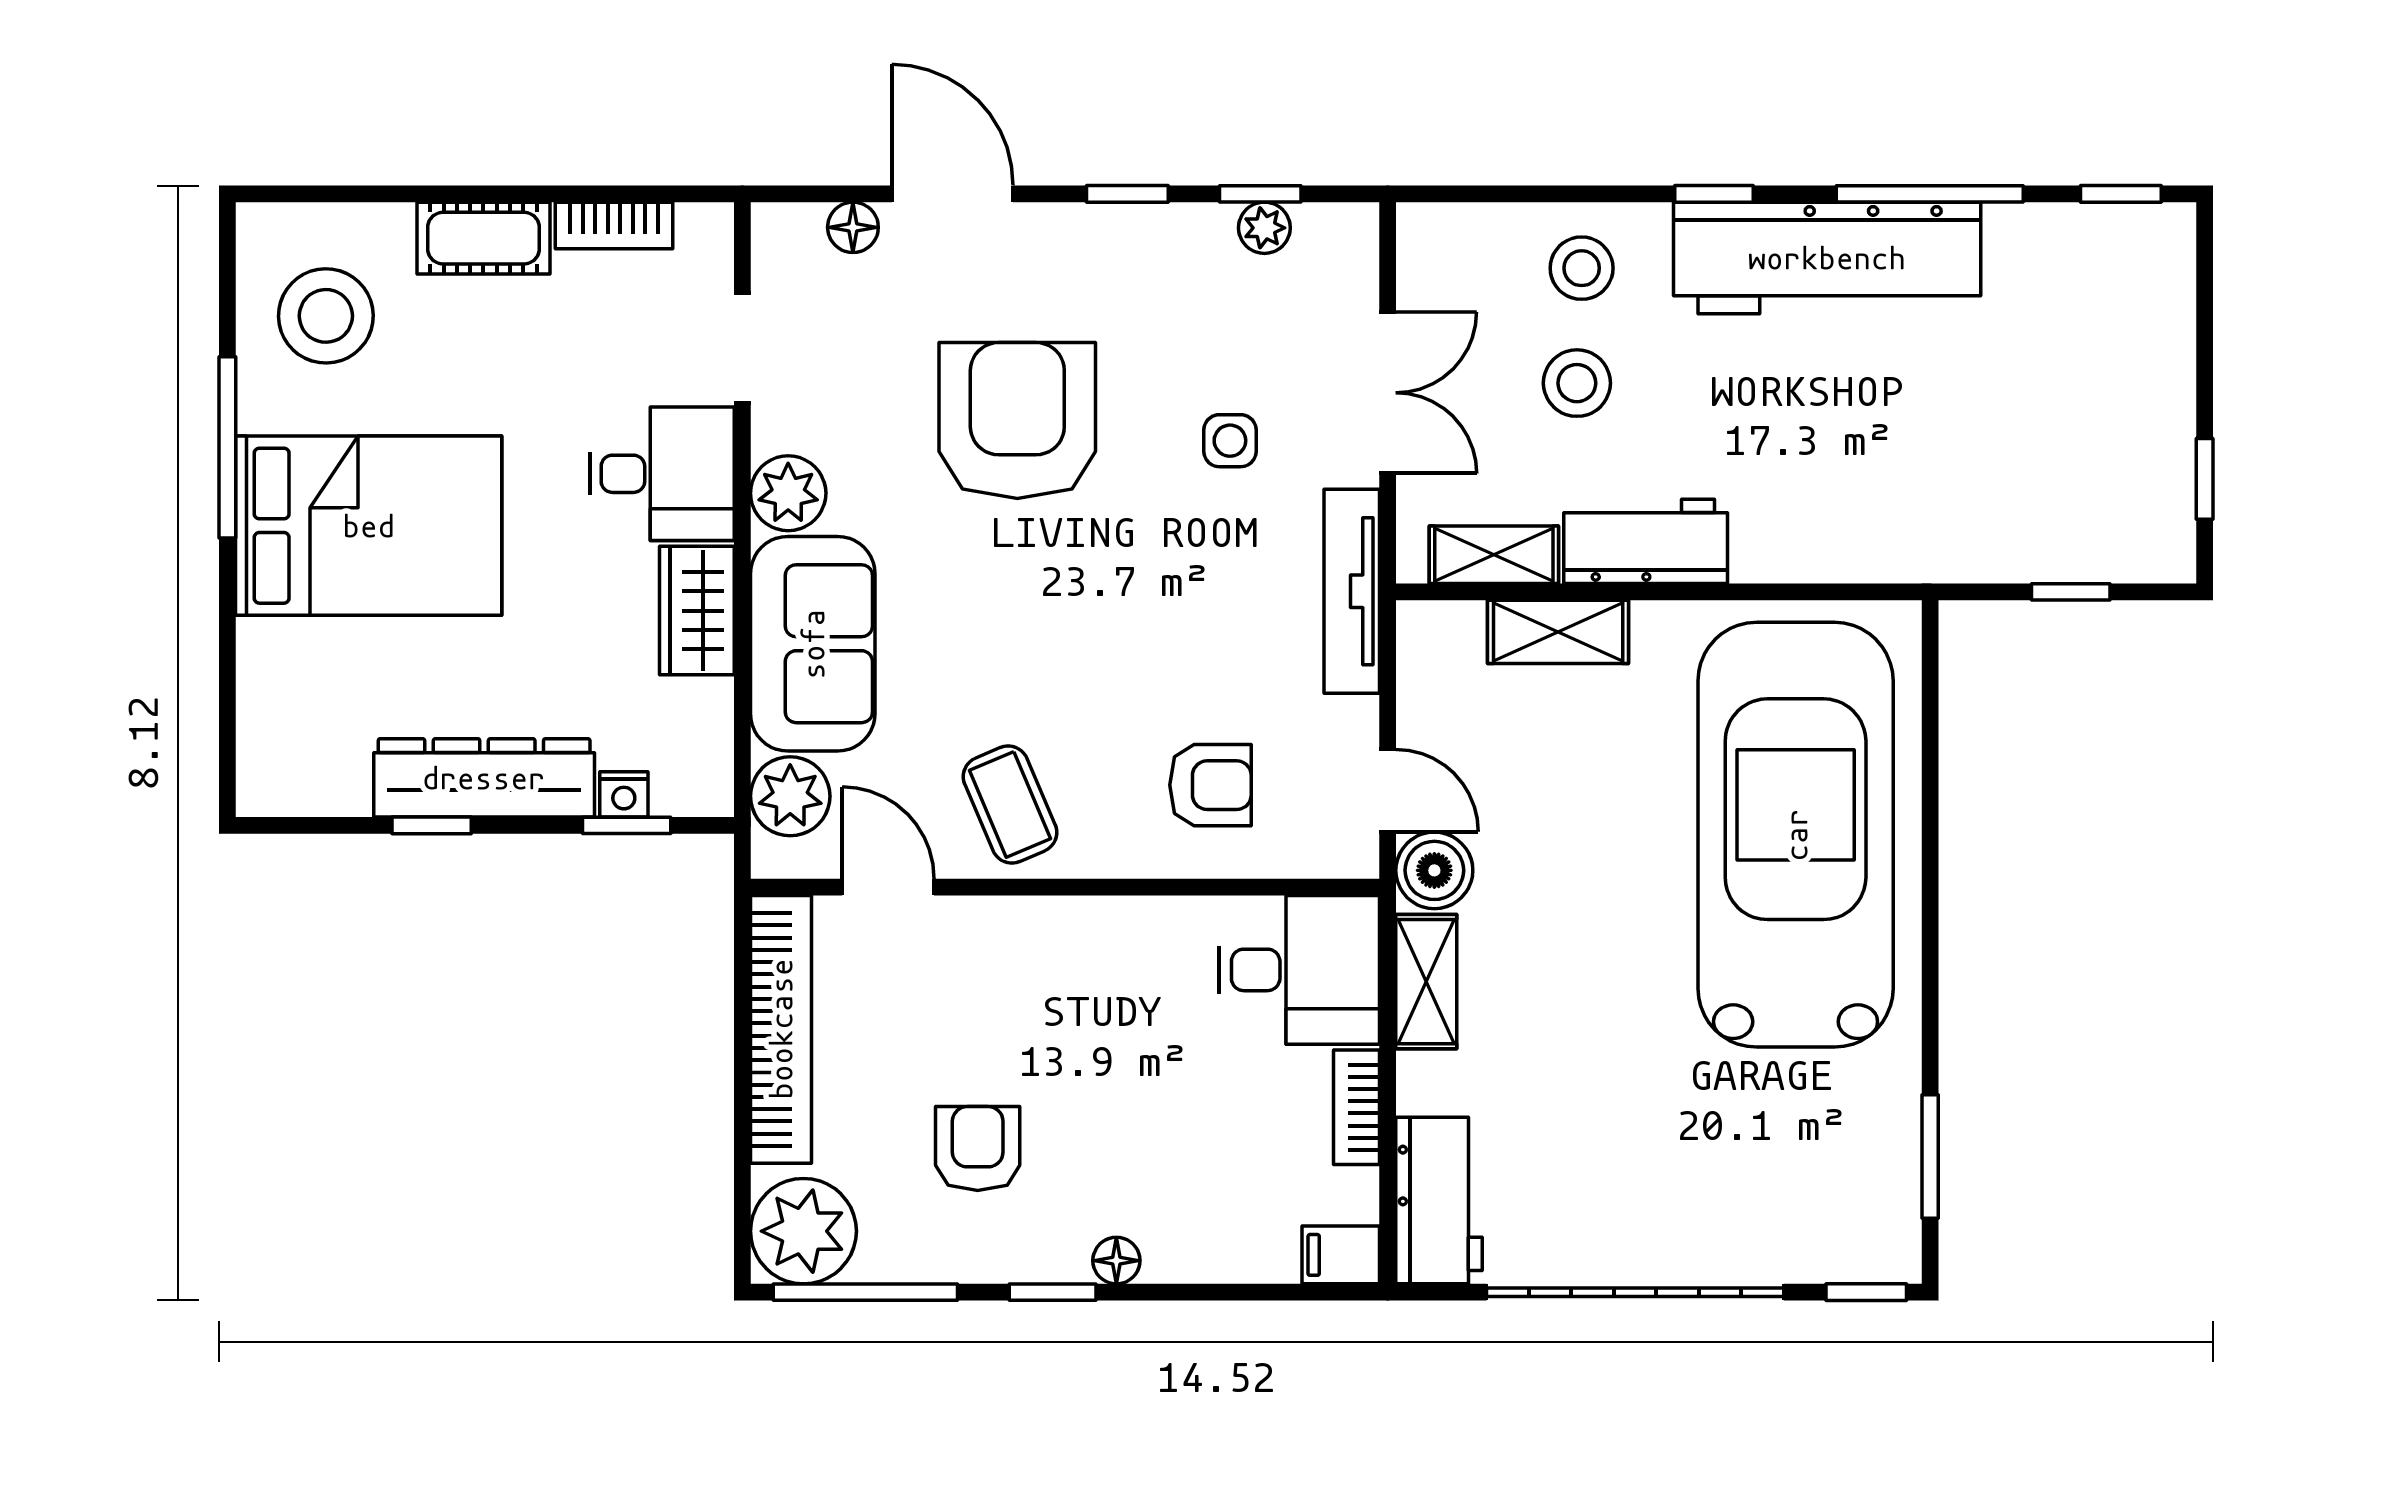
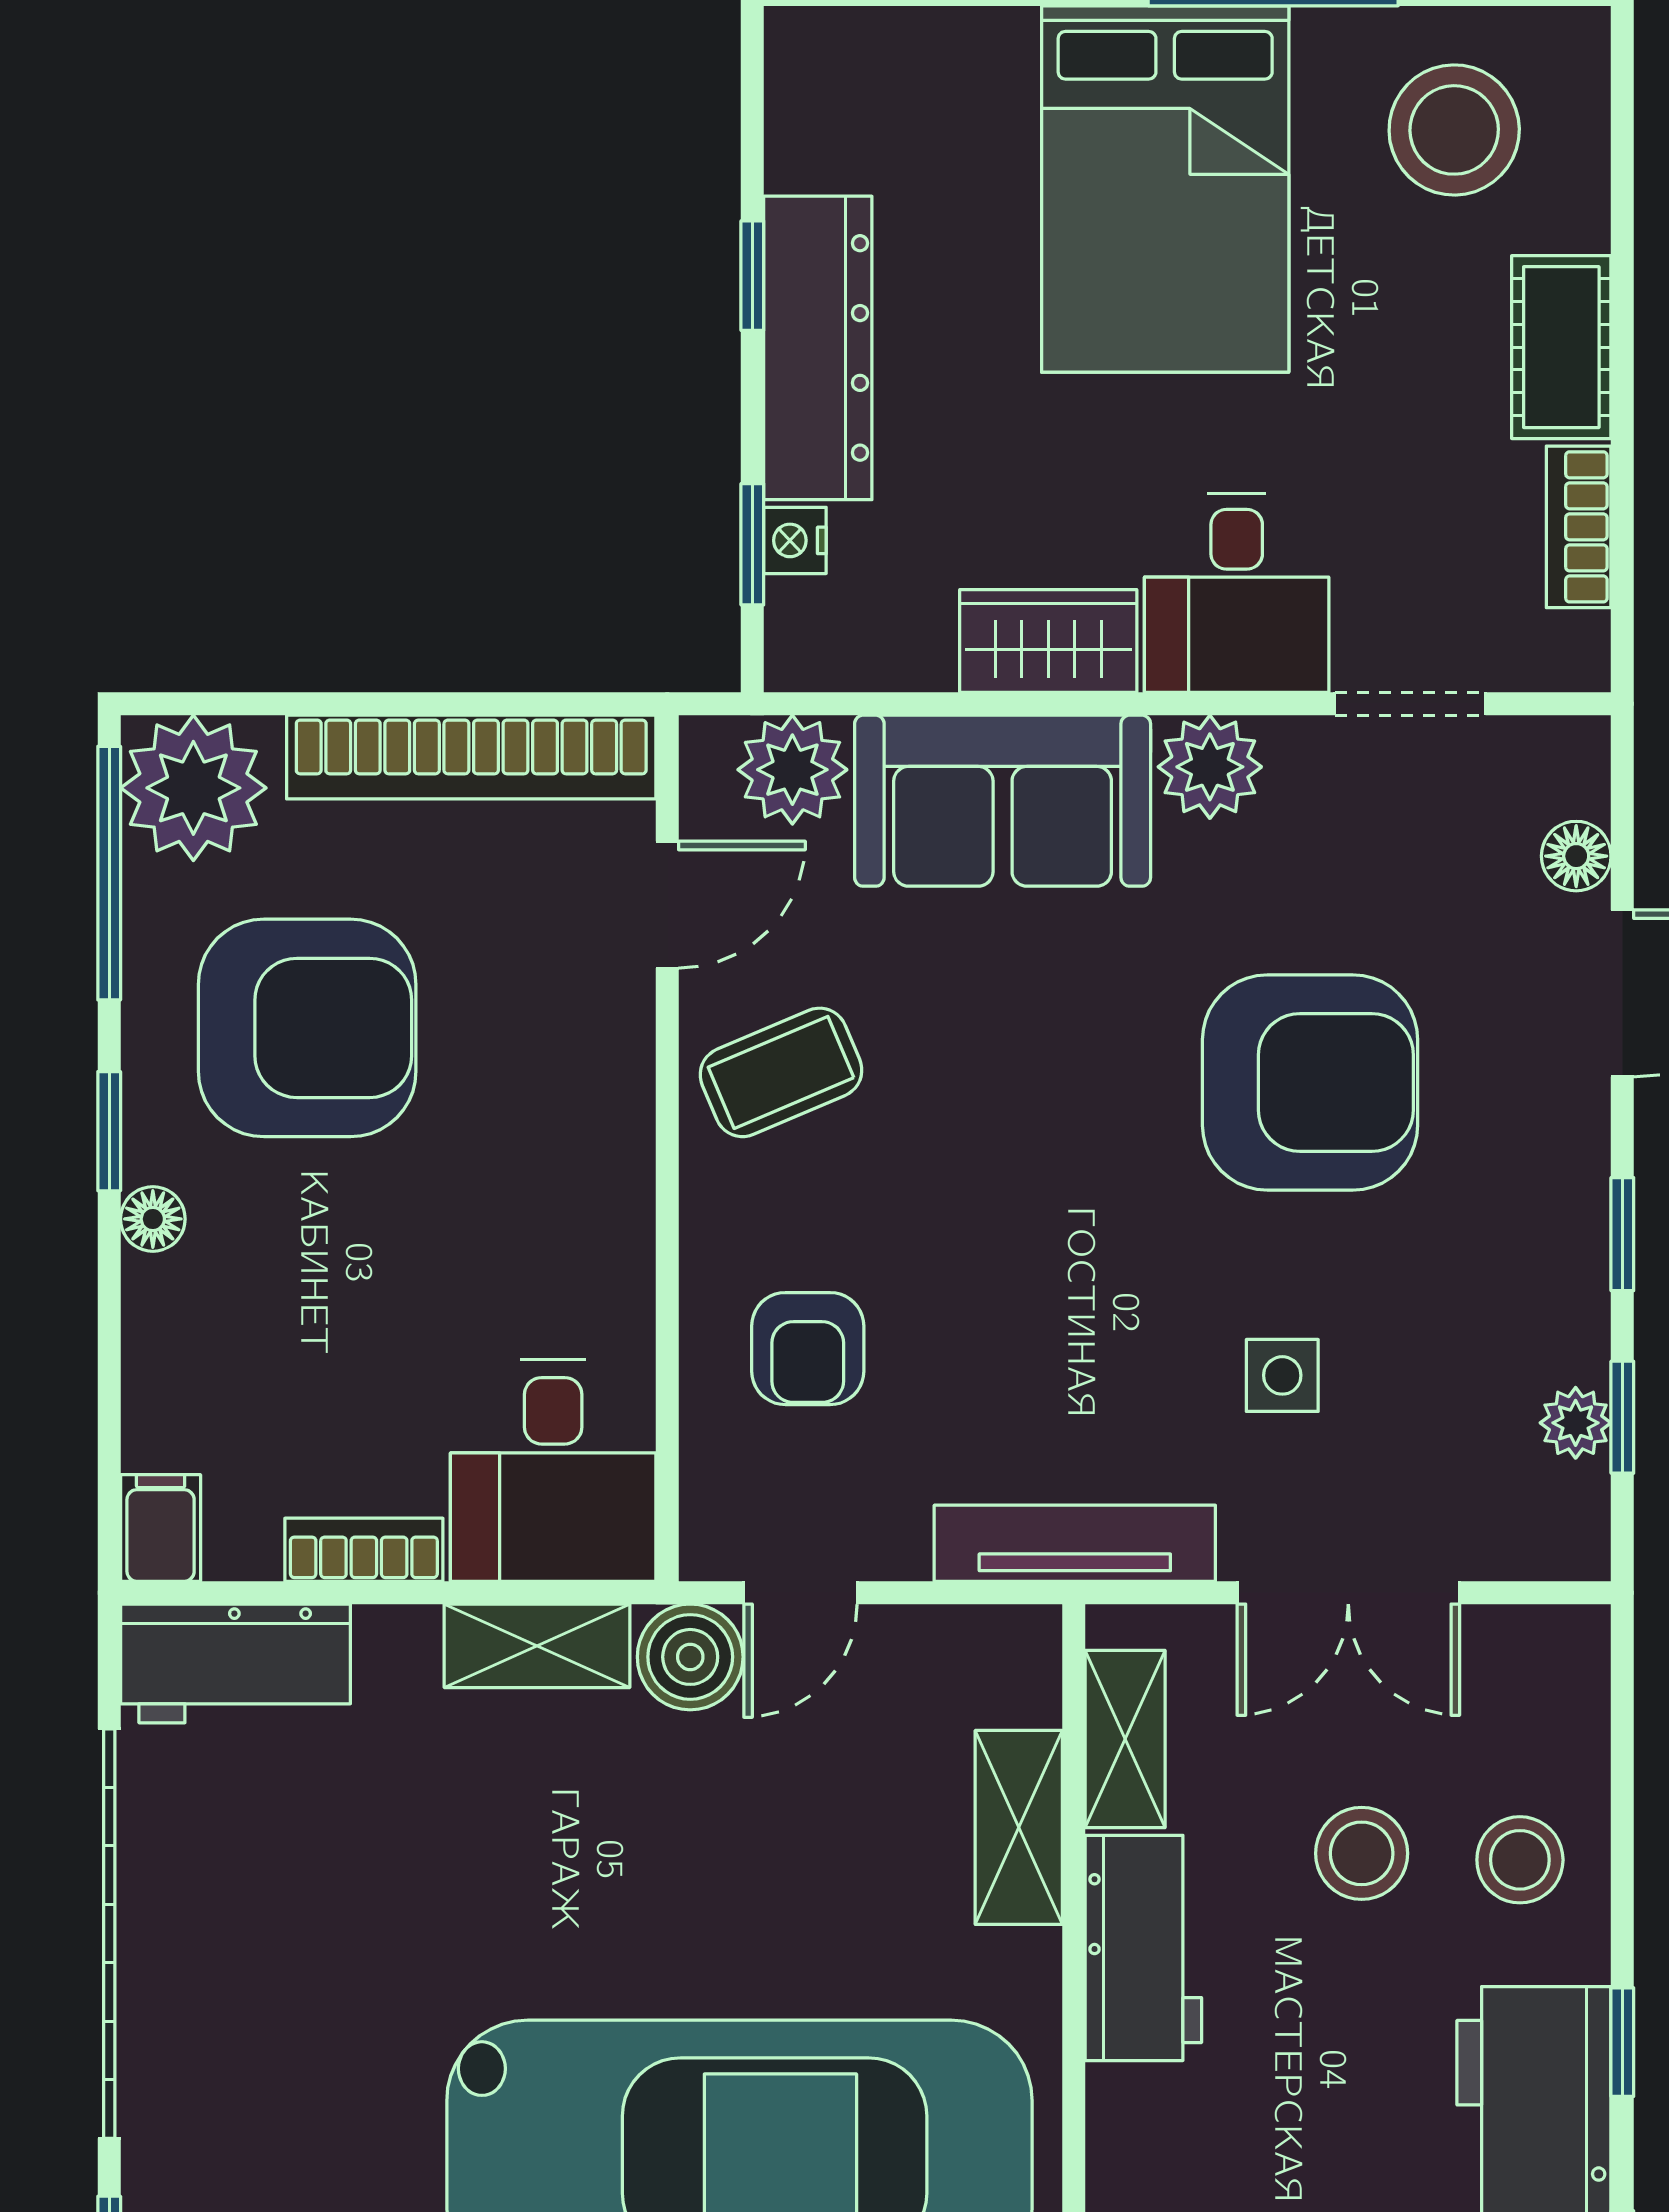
armchair: (978, 1149) -> (307, 1028), width x1.88, depth x1.88

